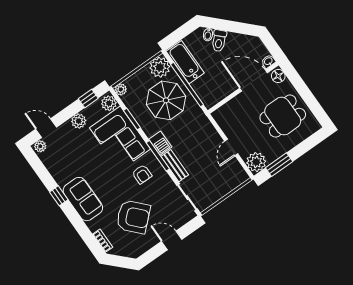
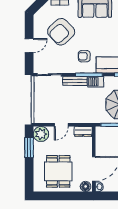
dresser: (222, 119) -> (83, 131), added
door: (231, 147) -> (61, 125), swing flipped

